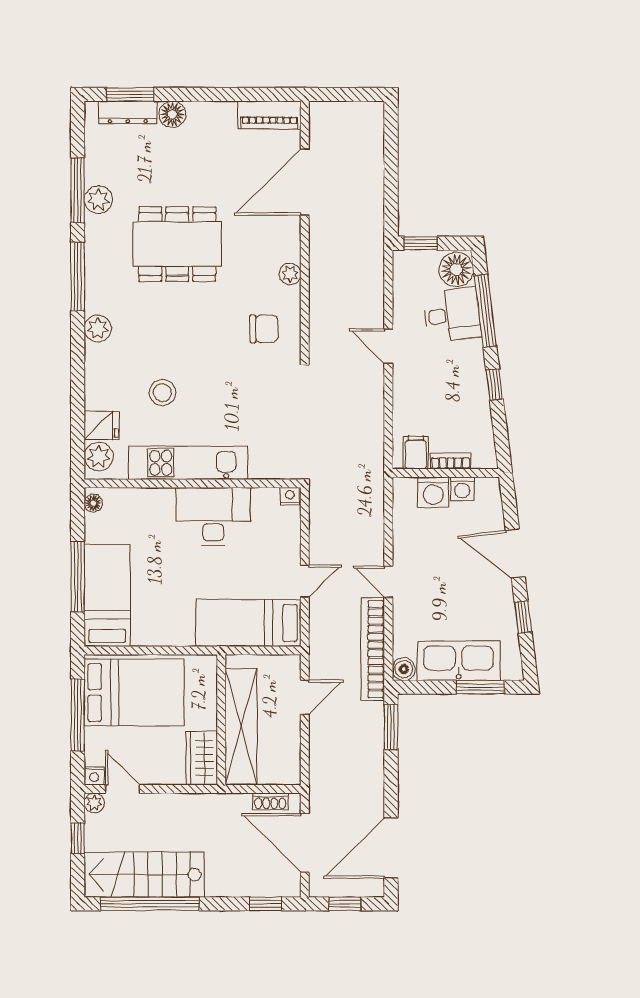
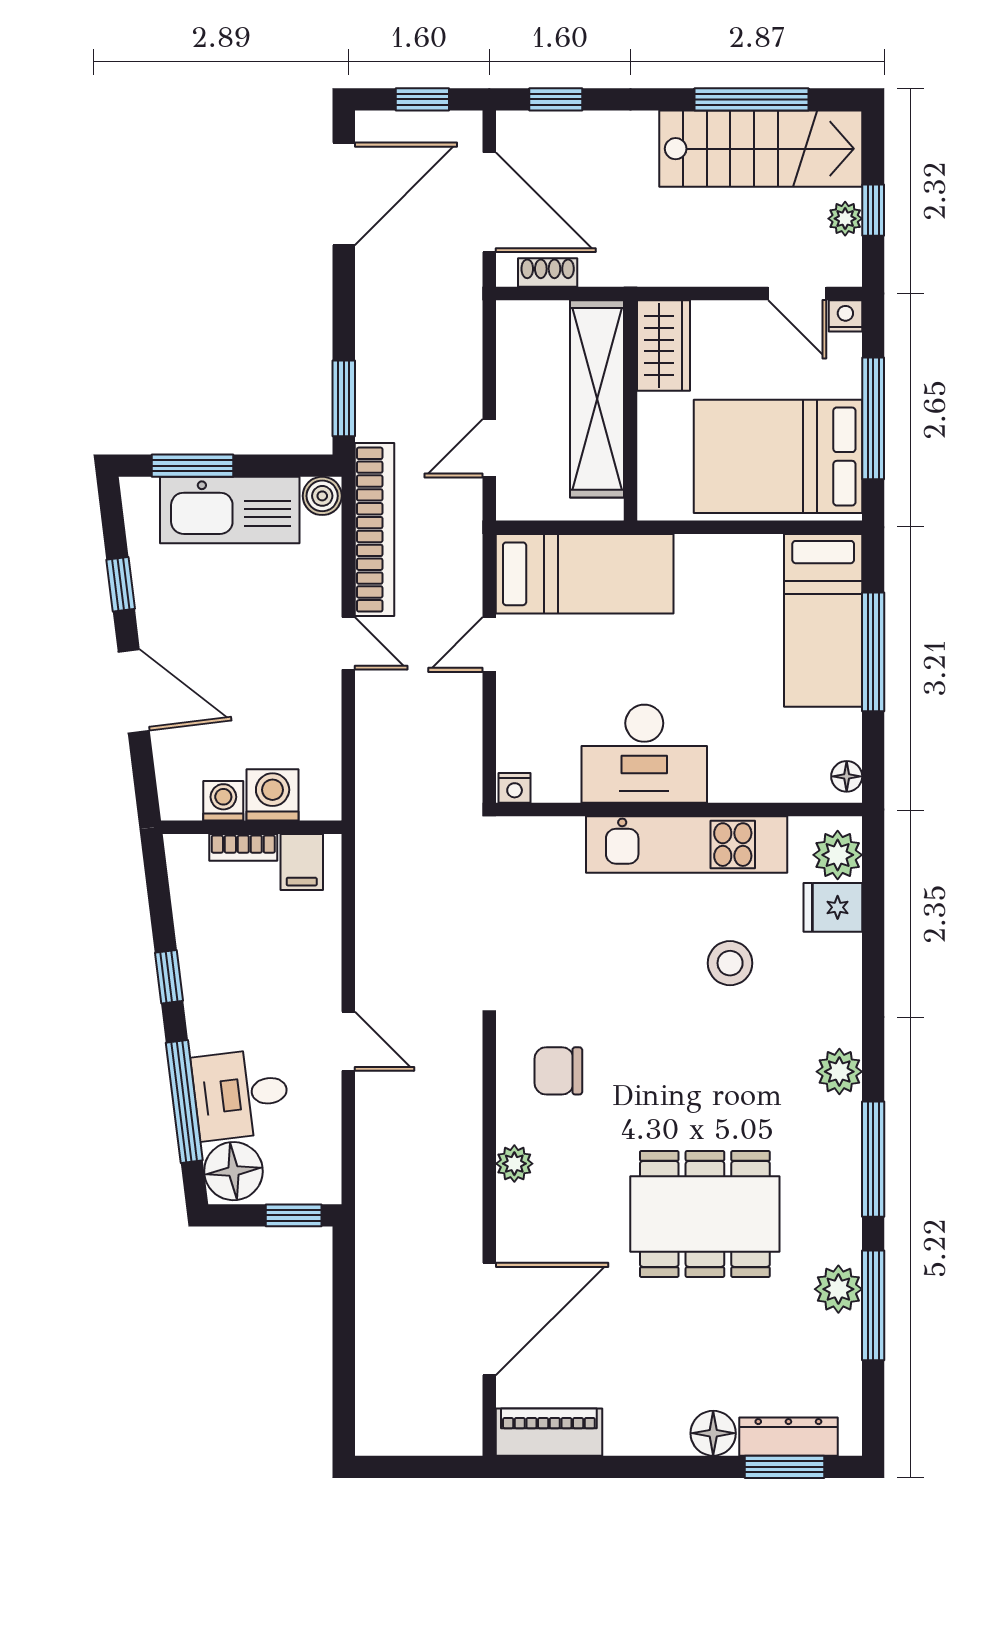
plant: (94, 803) -> (845, 219), moved
window: (150, 904) -> (752, 99), width x0.68

